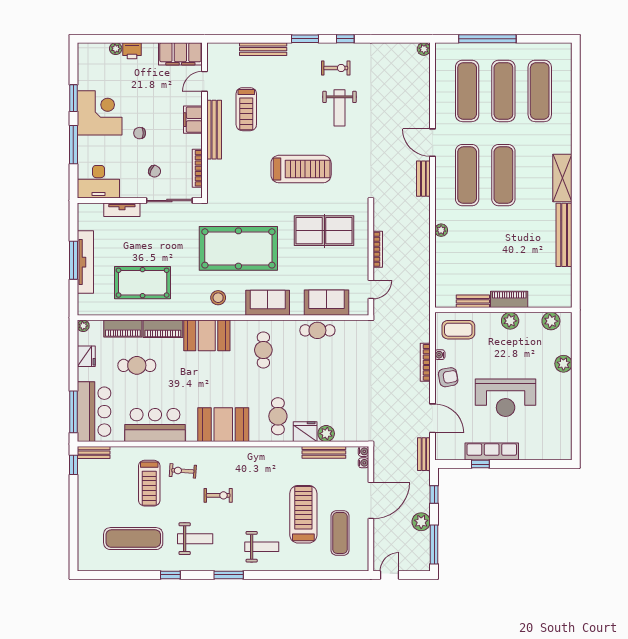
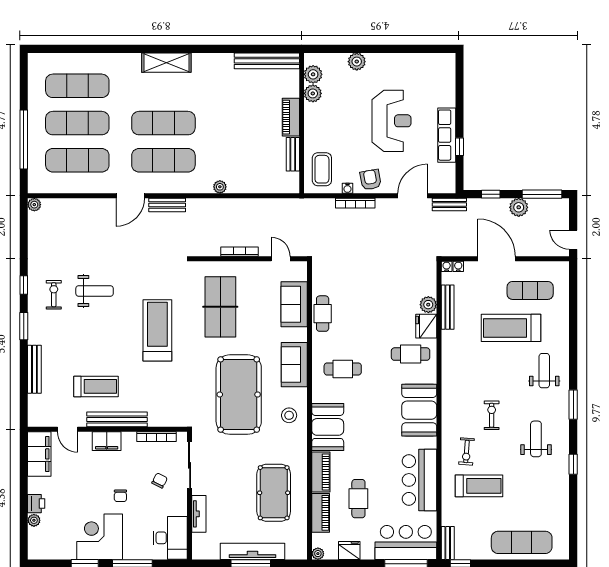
bench: (564, 235) -> (267, 61), moved
plant: (510, 321) -> (313, 93), moved
exercise mat: (133, 539) -> (522, 542), moved, turned 90

